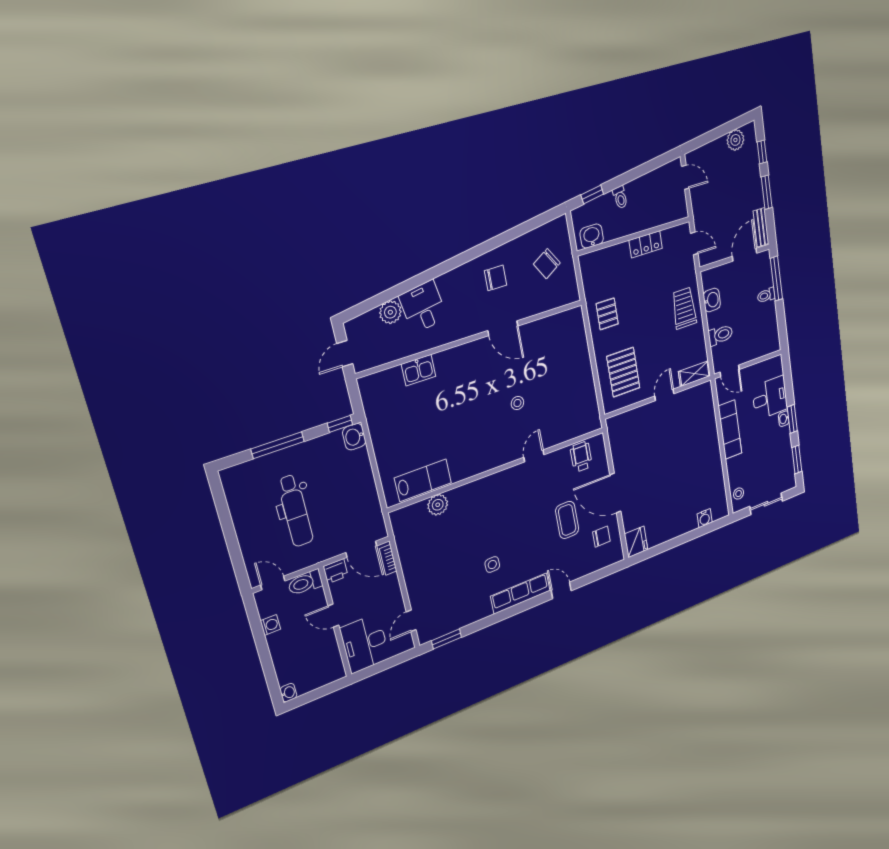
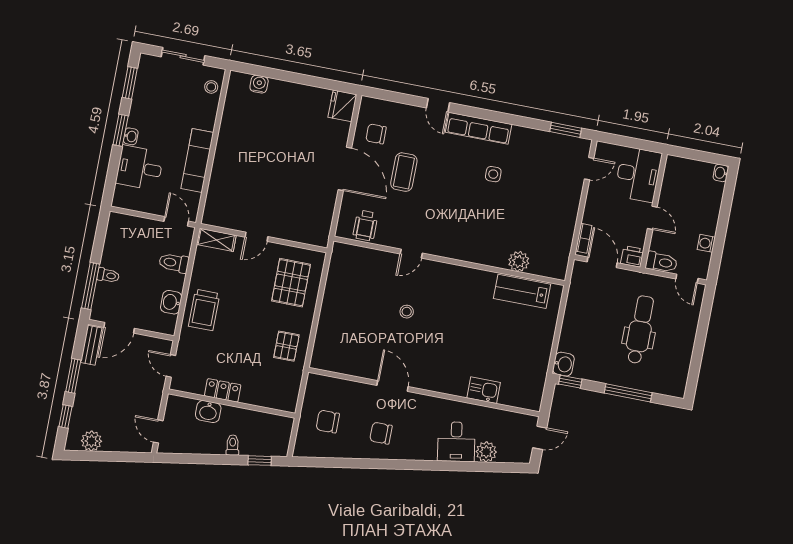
washbasin: (592, 236) -> (208, 412), moved
chair: (547, 264) -> (328, 421), turned -148

